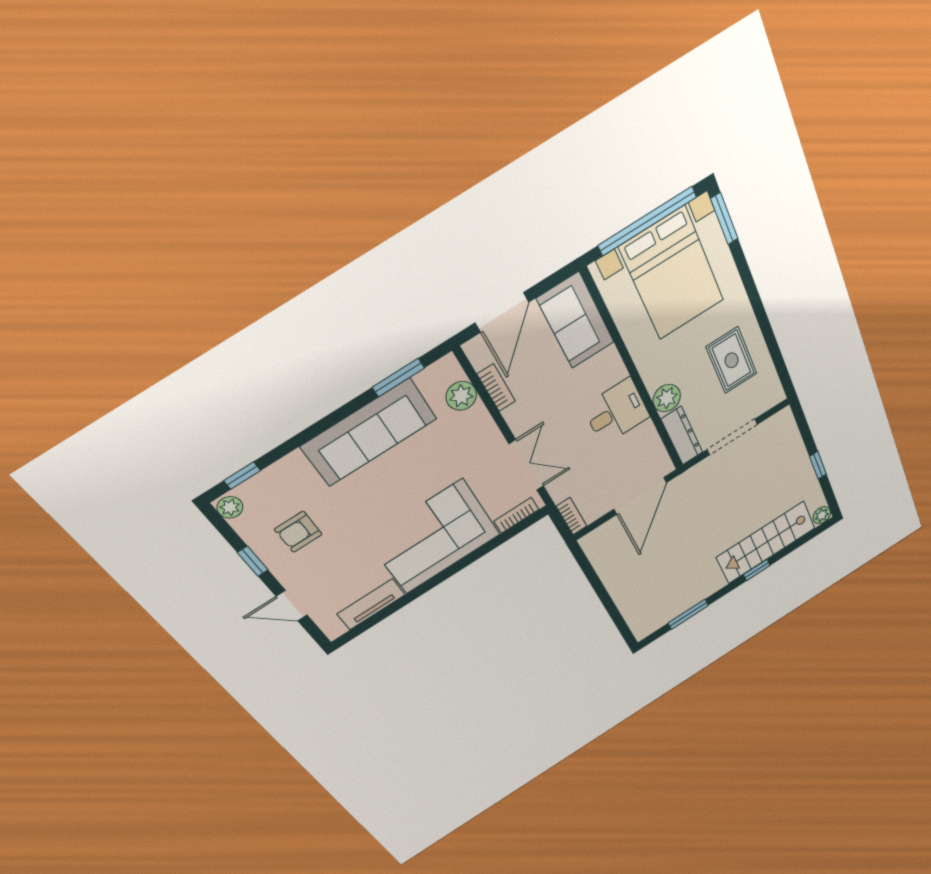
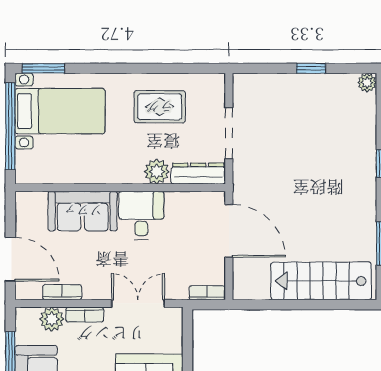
bed with nightstands: (672, 274) -> (60, 111), width x0.73
sofa: (576, 321) -> (83, 211), moved
bookcase: (516, 515) -> (85, 315), moved, turned -90
stairs: (766, 543) -> (321, 281), moved, turned 90

